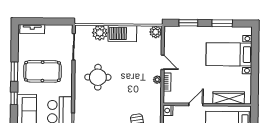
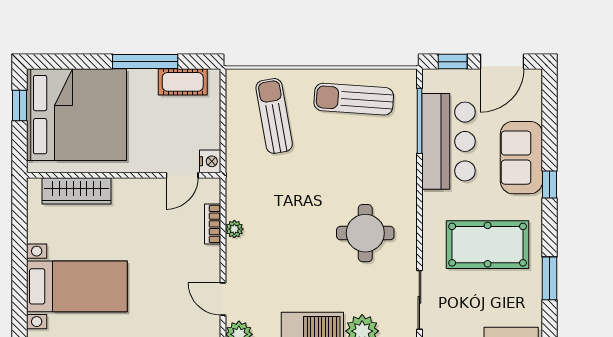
door: (163, 62) -> (223, 299), moved
window: (14, 72) -> (550, 278), moved
door: (196, 105) -> (182, 175), moved

